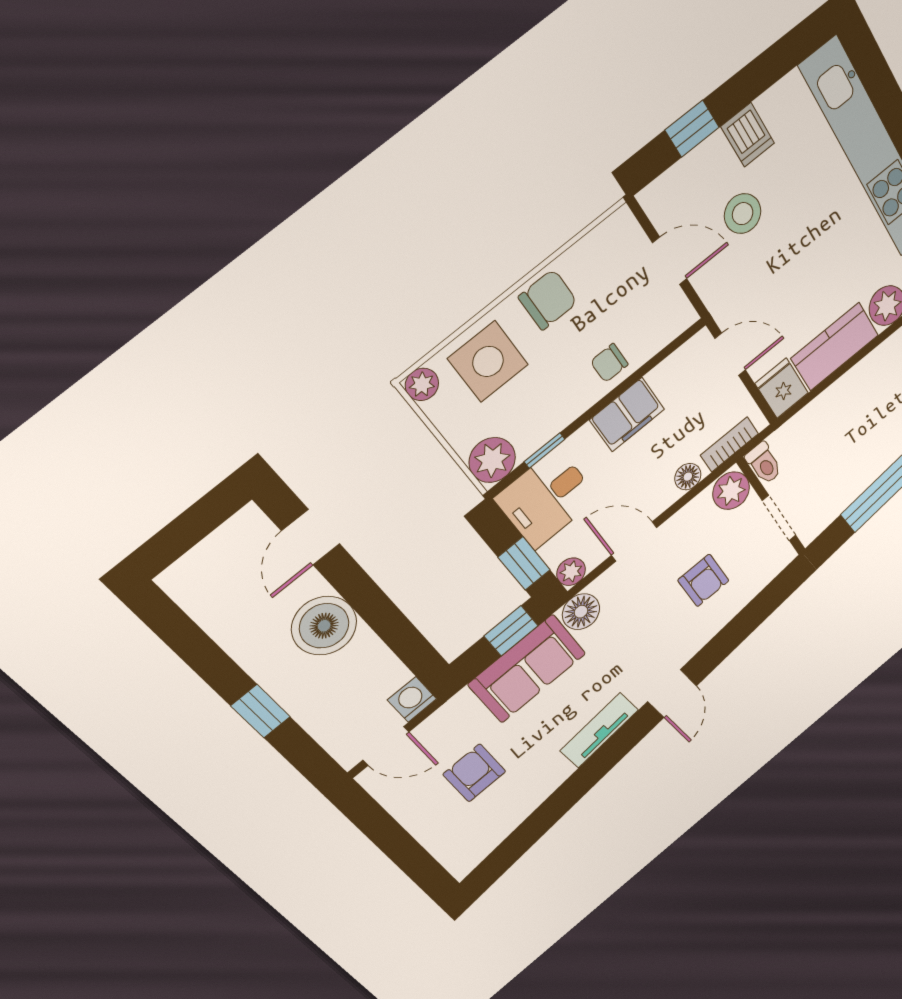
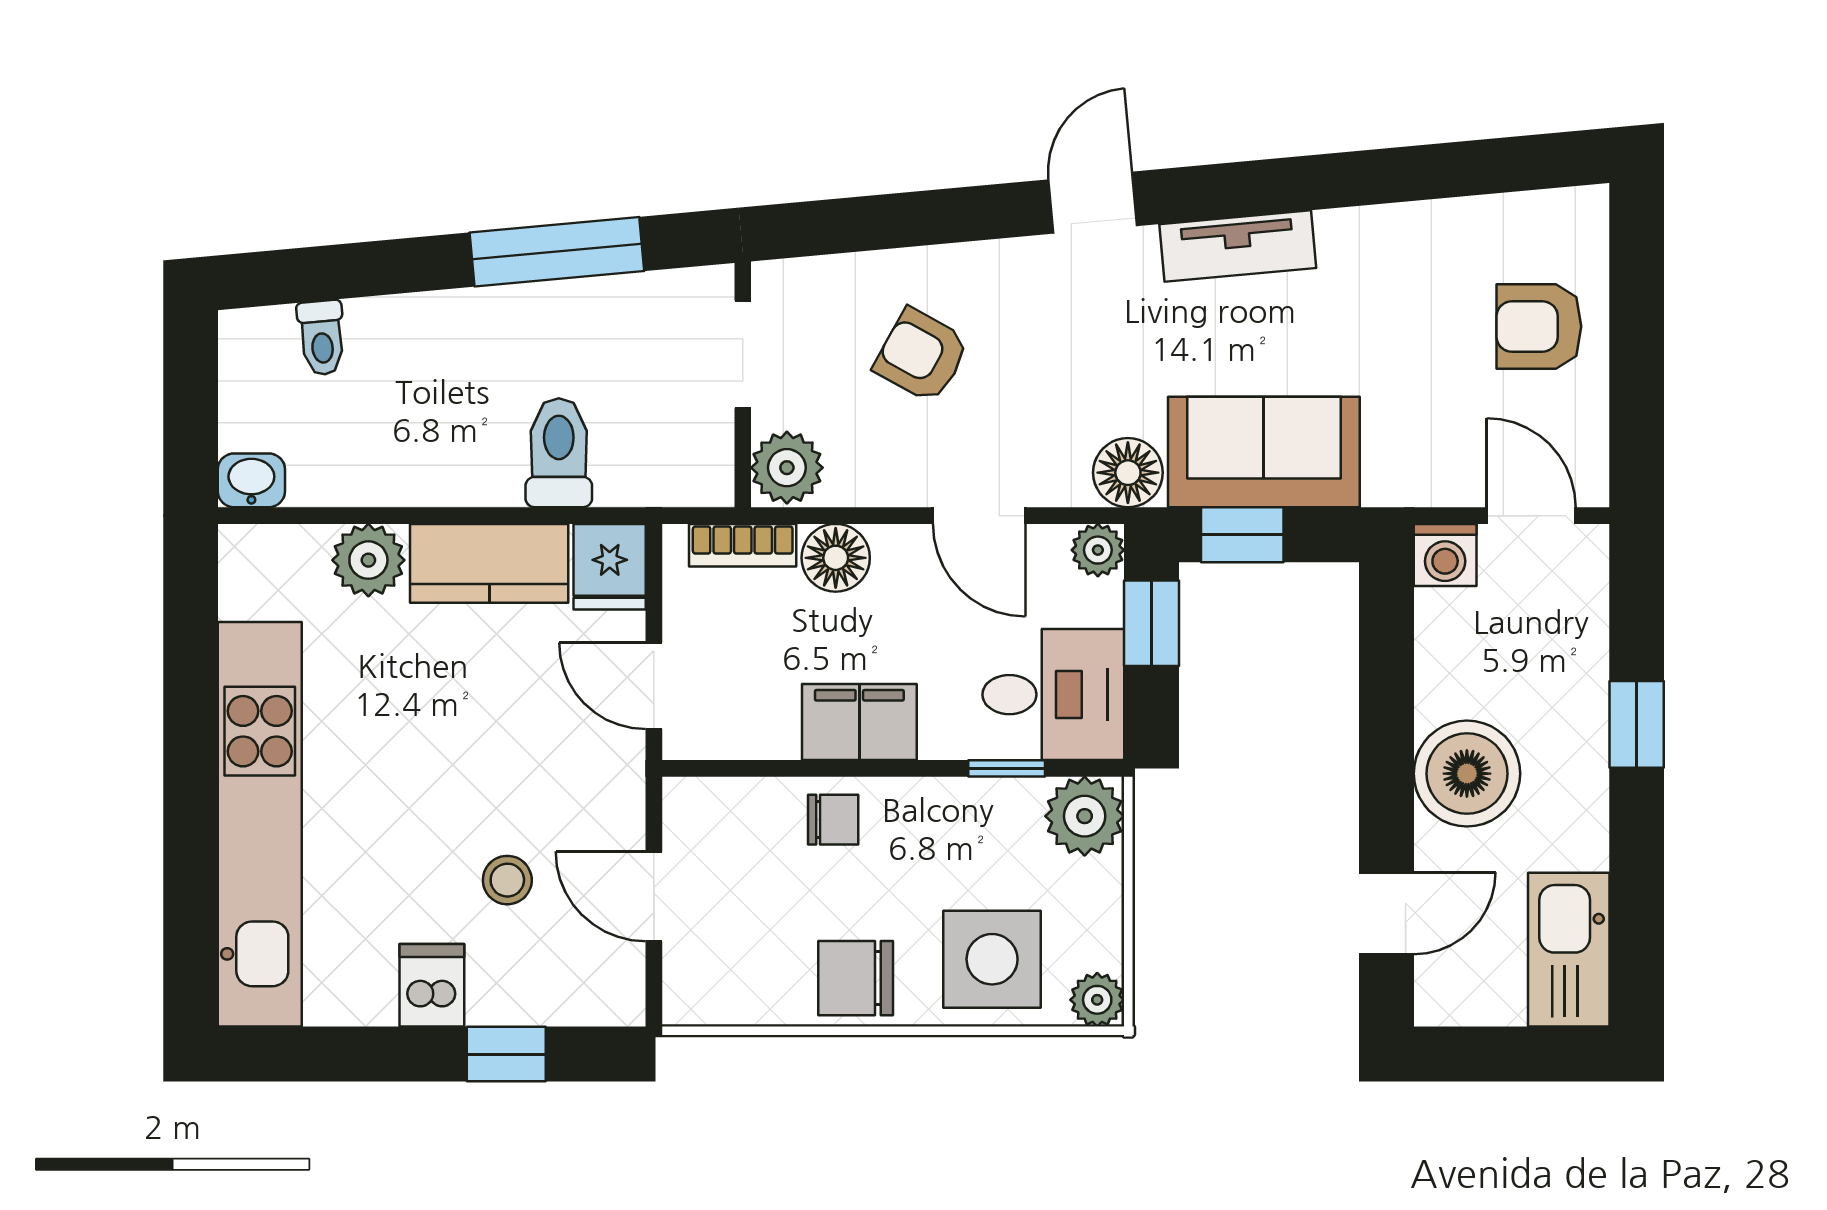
stool: (743, 214) -> (507, 880), width x0.73, depth x0.73
toilet: (764, 463) -> (559, 453), moved, width x1.37, depth x1.39
floor lamp: (688, 477) -> (836, 558), width x1.37, depth x1.37
armchair: (703, 580) -> (922, 355), turned -61
kitchen sink: (205, 595) -> (1569, 950), added
armchair: (474, 773) -> (1539, 326), moved, turned 90

